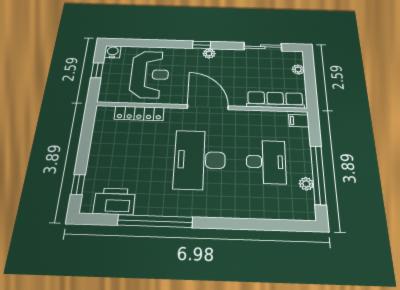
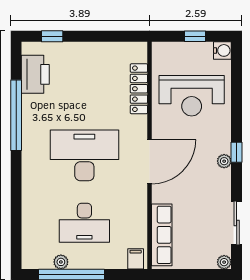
plant: (298, 69) -> (224, 262), moved

